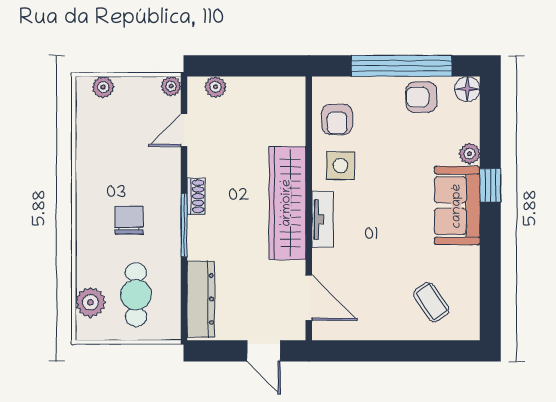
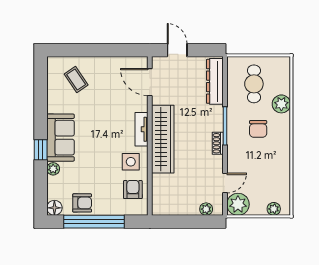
plant: (171, 86) -> (238, 204), width x1.88, depth x1.88
plant: (90, 302) -> (281, 104), moved

